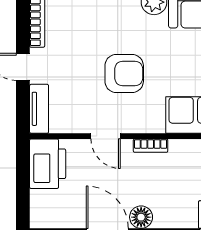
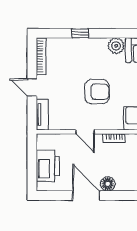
printer: (48, 164) -> (48, 166), moved

